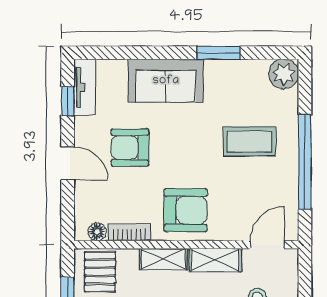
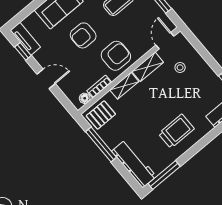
armchair: (130, 148) -> (83, 35), moved
pallet: (100, 272) -> (101, 115), turned 90

